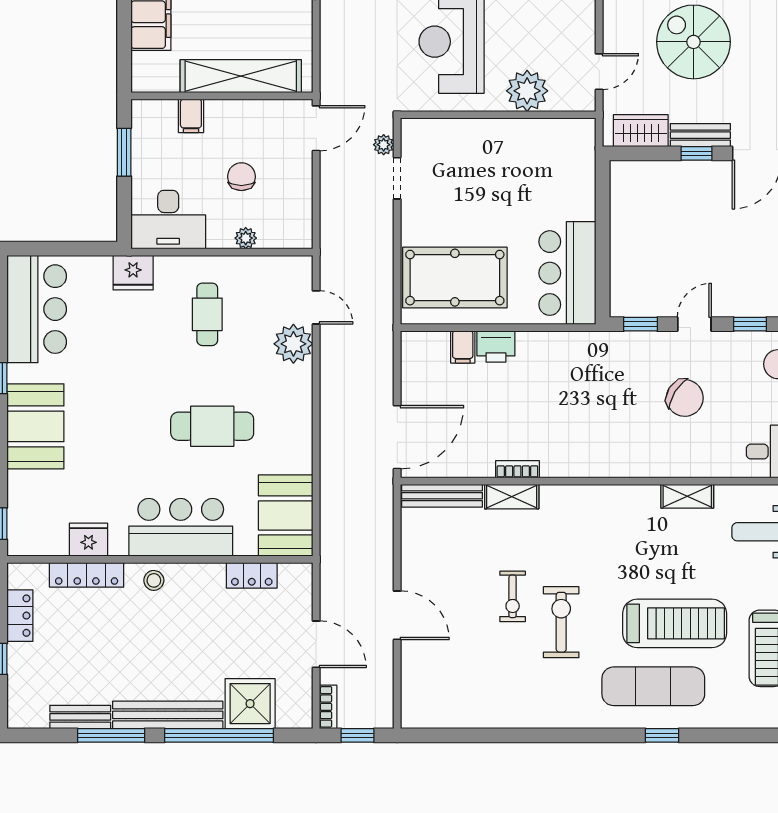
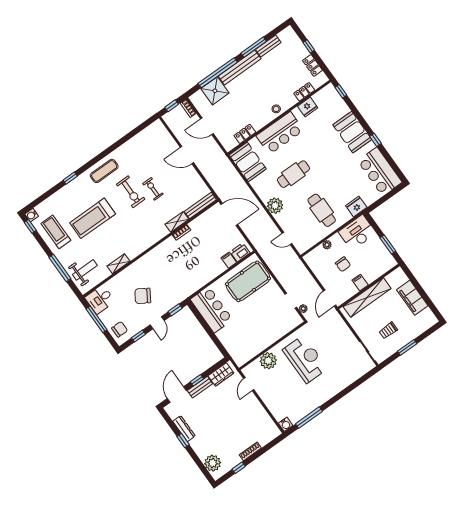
spiral stairs: (694, 42) -> (224, 417), removed
filing cabinet: (191, 116) -> (360, 283), moved
cafe table: (207, 314) -> (322, 210), width x1.37, depth x1.35
plant: (293, 344) -> (275, 206), moved
printer: (496, 347) -> (240, 252), moved
door: (397, 437) -> (229, 214), swing flipped
locker: (87, 575) -> (304, 92), width x0.66
exercise mat: (653, 686) -> (104, 171), moved, width x0.73, depth x0.69

